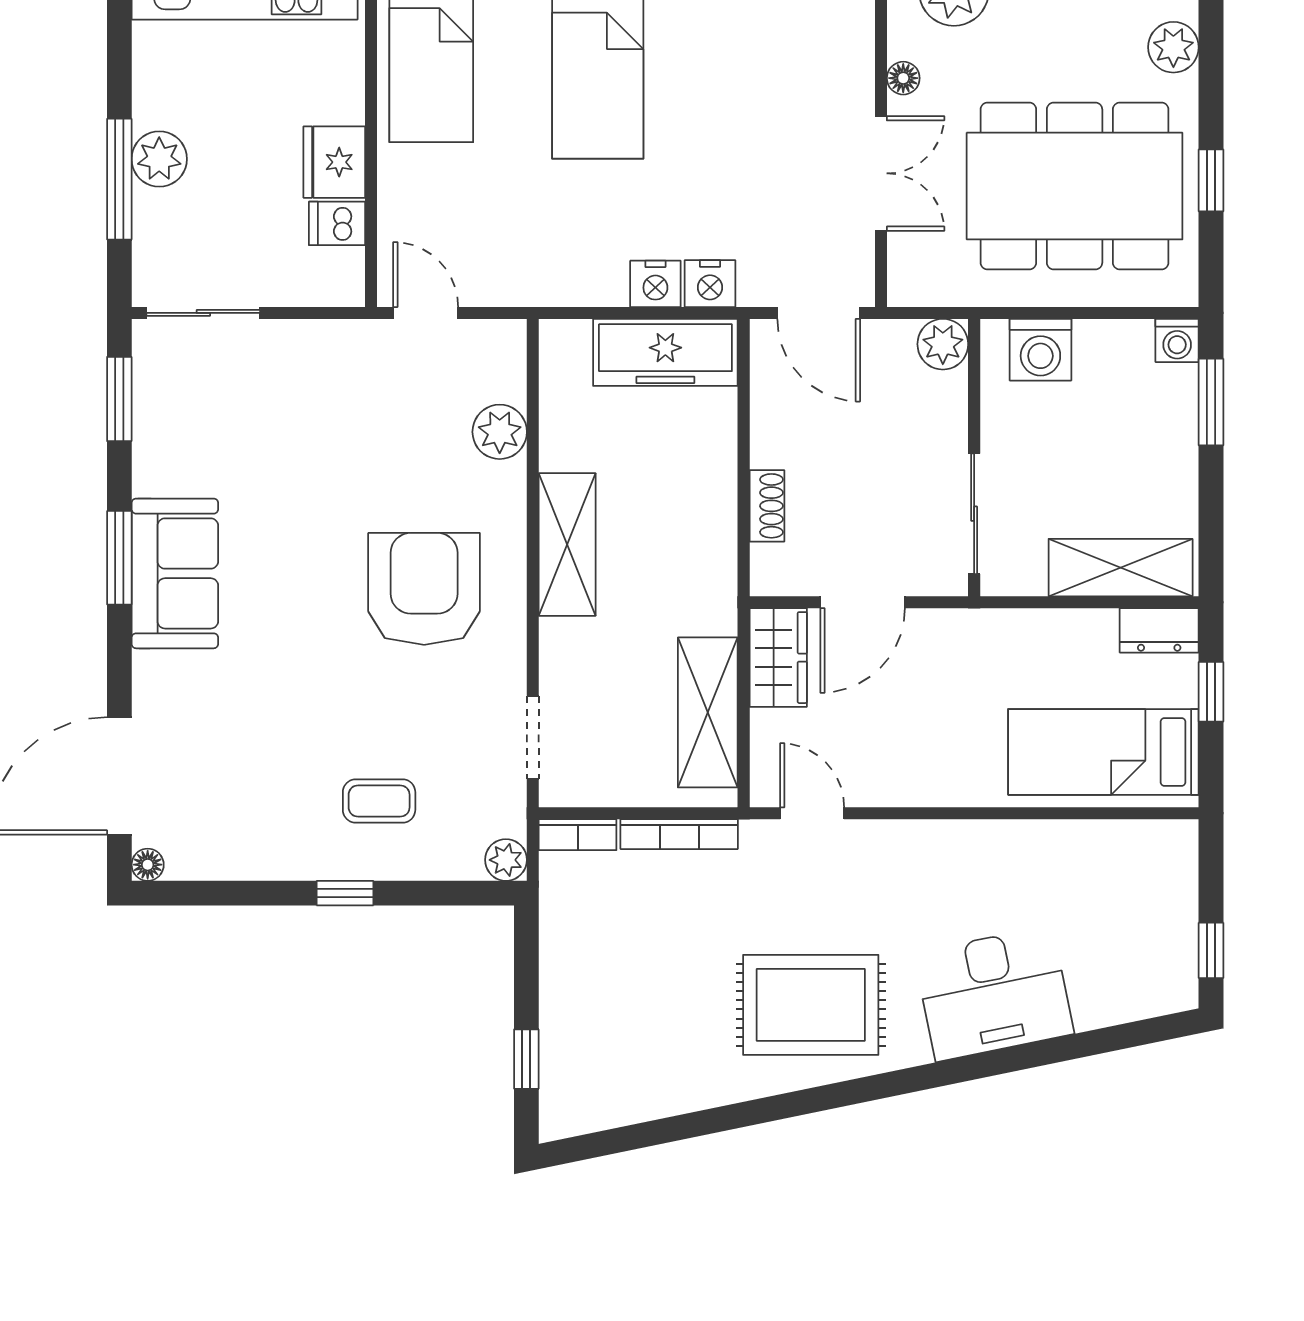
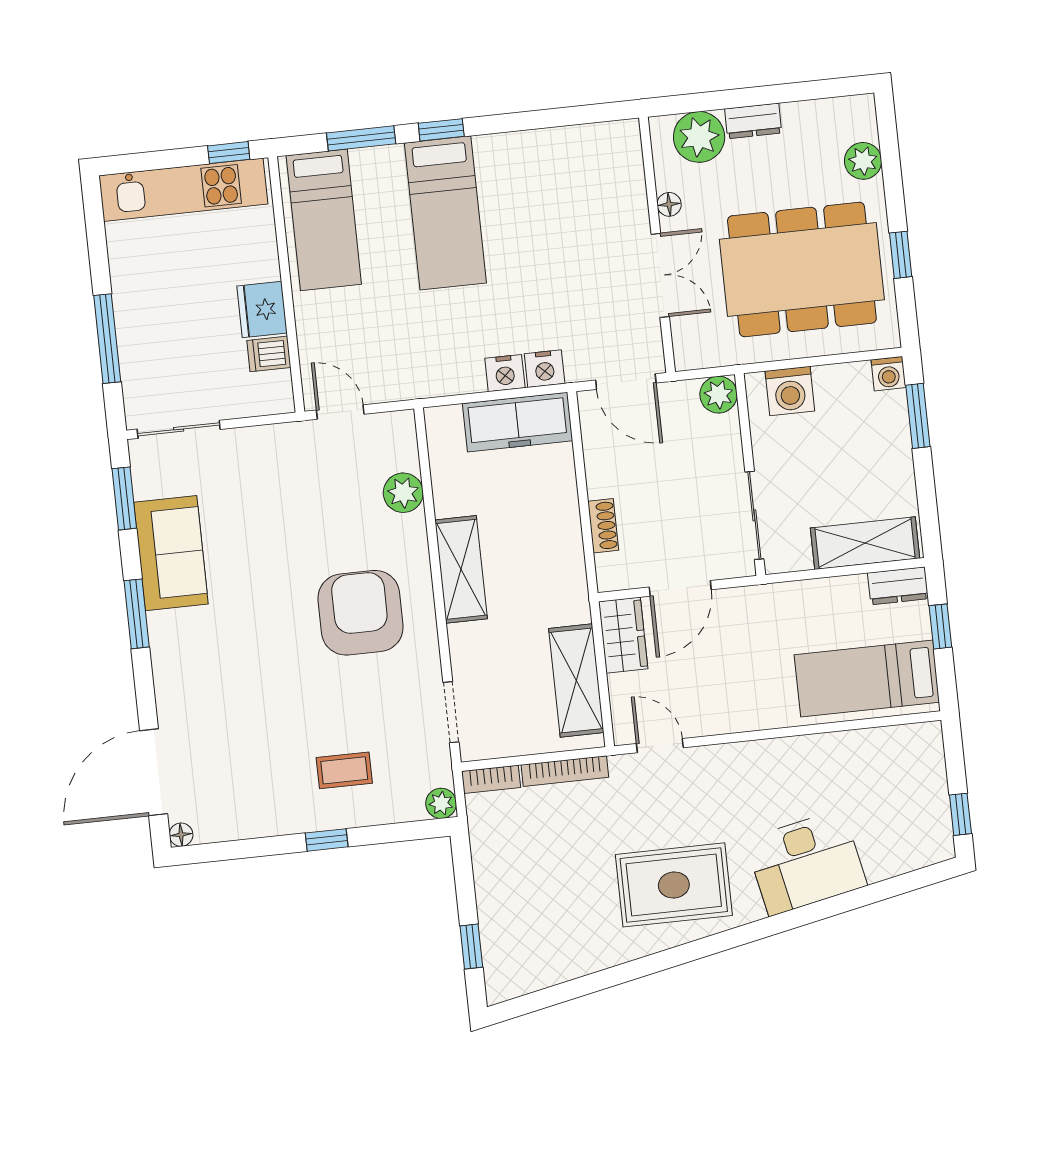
plant: (159, 159) -> (135, 321), removed
sofa: (175, 573) -> (171, 553), moved

